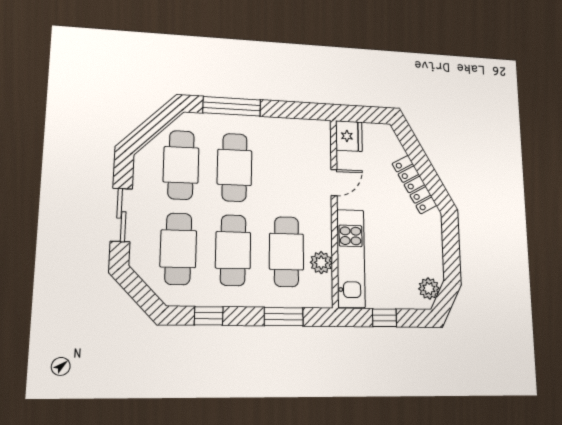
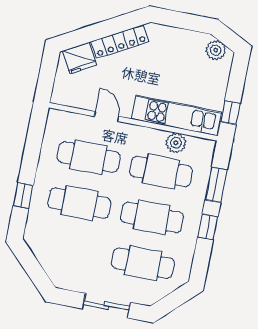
window: (232, 106) -> (23, 195), width x0.46
fridge: (349, 136) -> (80, 58), moved, turned 151
cafe table: (181, 165) -> (88, 157), moved
window: (209, 316) -> (208, 227), moved
window: (385, 318) -> (230, 113), moved

